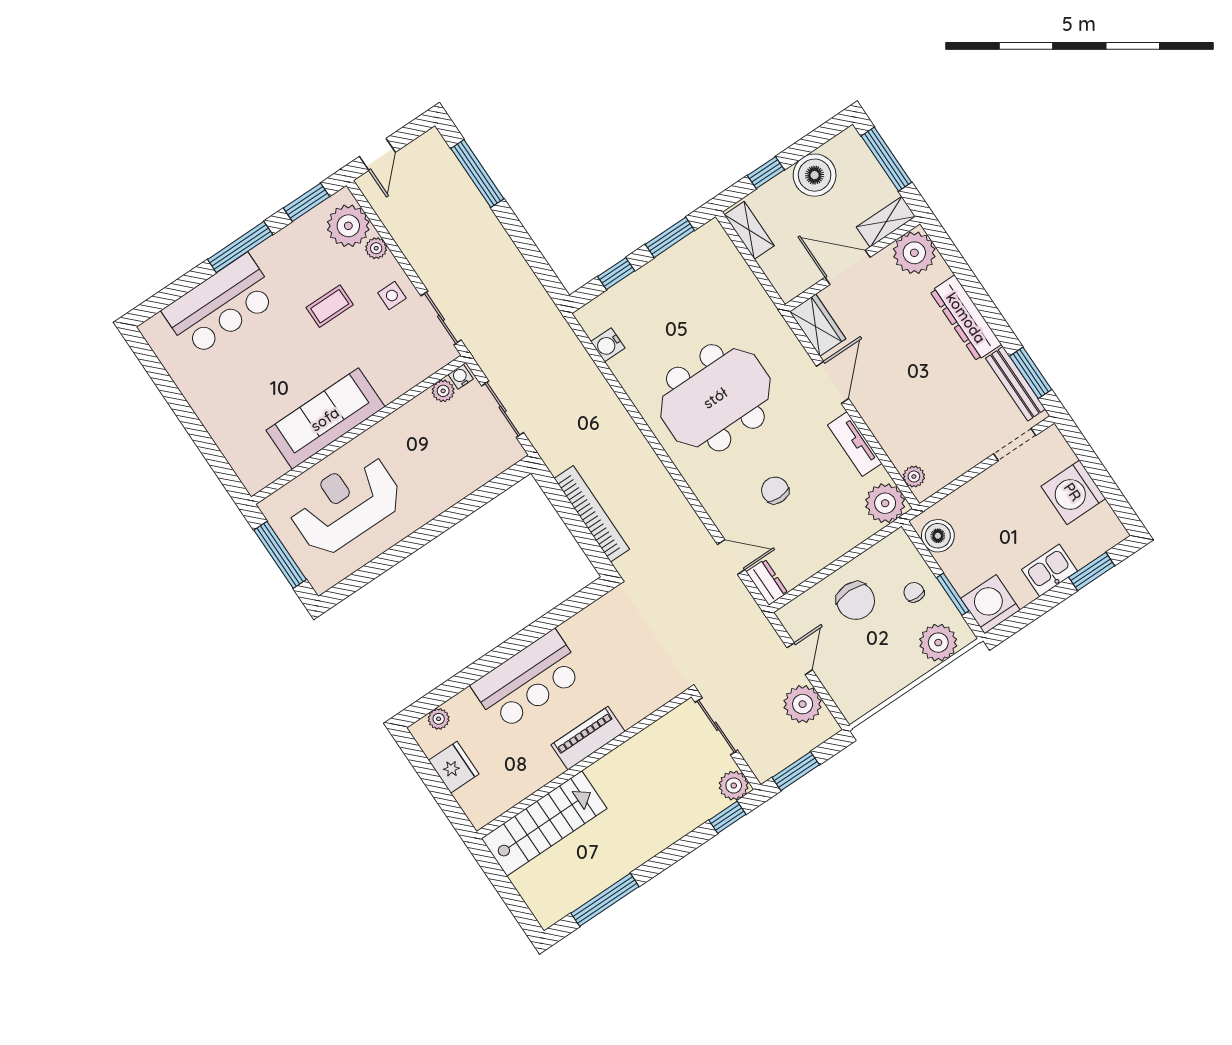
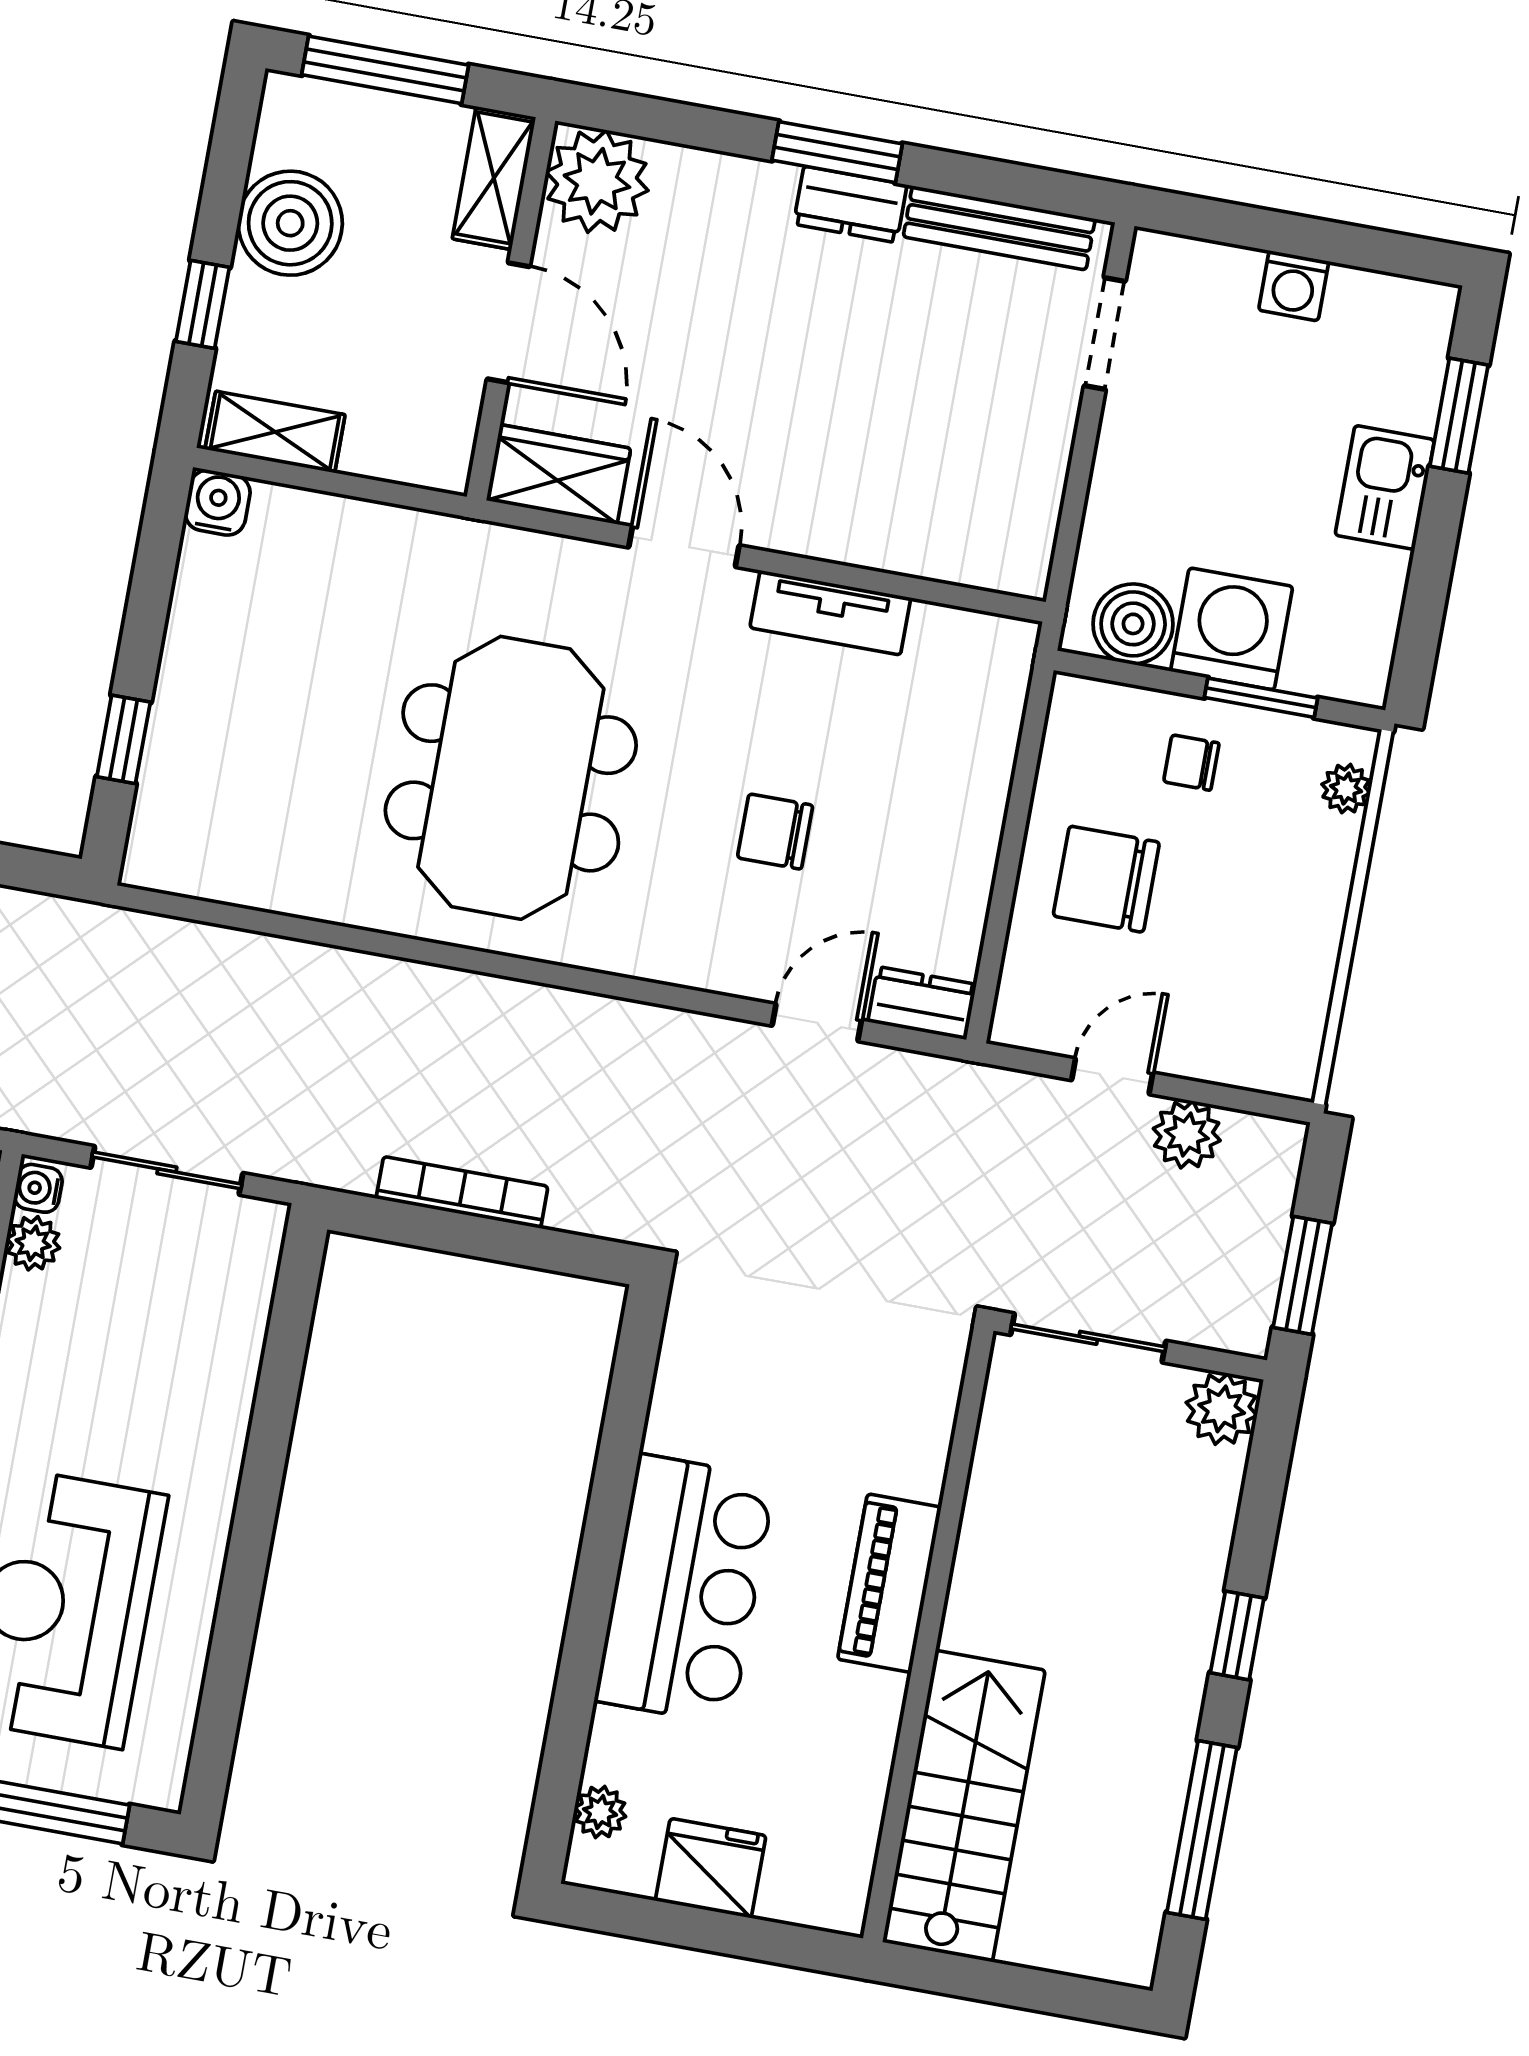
window: (670, 237) -> (152, 583), removed
door: (848, 267) -> (508, 323), swing flipped
dresser: (966, 318) -> (850, 204), width x0.51, depth x0.80
water cooler: (608, 345) -> (218, 503), moved, turned 180
window: (1031, 373) -> (837, 152), moved
plant: (914, 477) -> (988, 565), removed
washing machine: (1073, 492) -> (1294, 286), width x0.53, depth x0.53
plant: (885, 503) -> (986, 661), removed
bookcase: (592, 514) -> (462, 1192), width x0.68, depth x0.76
chair: (856, 601) -> (1106, 879), turned 180
washing machine: (990, 604) -> (1232, 629), moved, turned 90
plant: (938, 643) -> (1346, 789), width x0.53, depth x0.53
door: (800, 659) -> (1112, 1076), hinge flipped
plant: (803, 704) -> (1187, 1134), width x0.73, depth x0.73
window: (727, 817) -> (1237, 1635), moved

